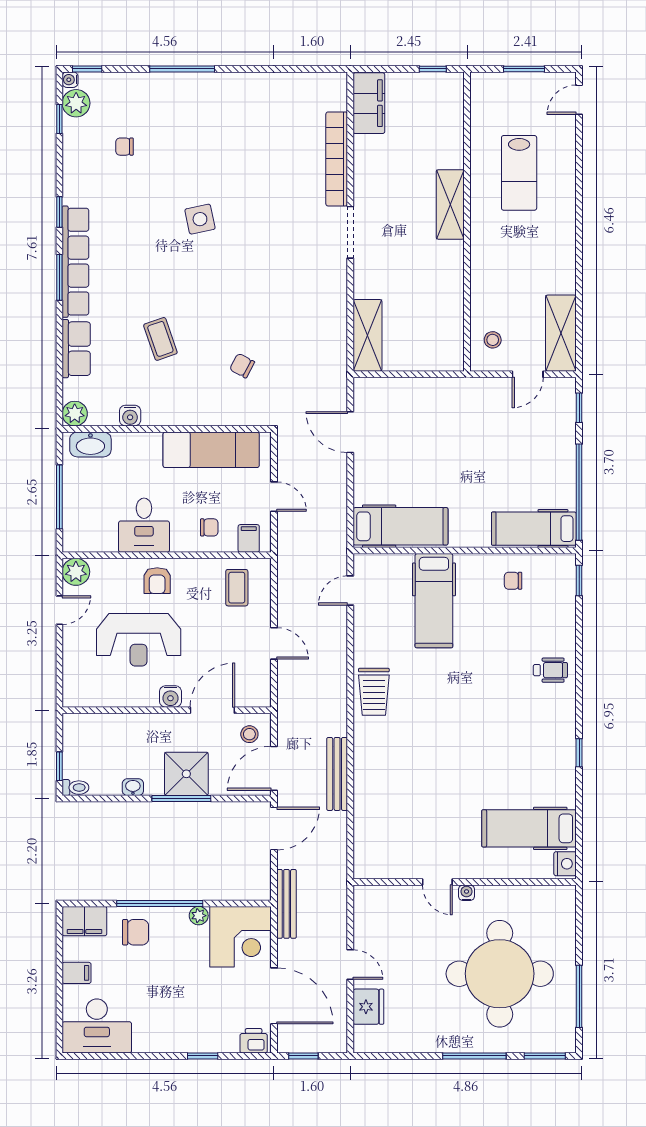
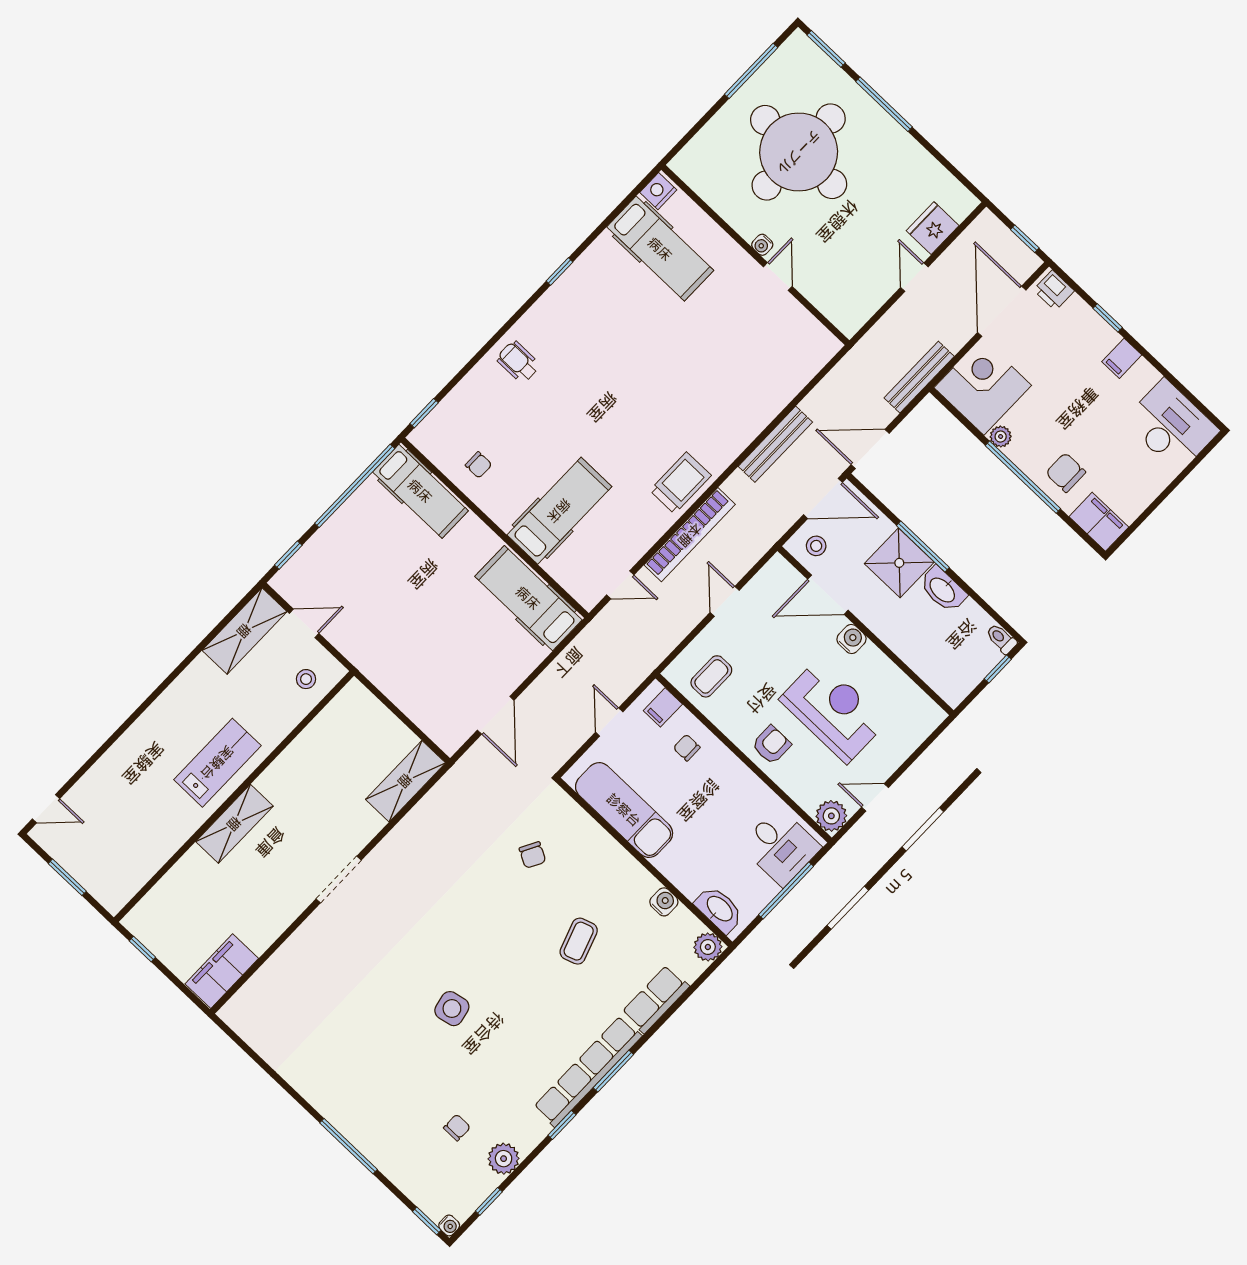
plant: (76, 103) -> (504, 1159), moved
chair: (125, 147) -> (457, 1128), turned -90
bookcase: (337, 159) -> (690, 535), moved
lab bench: (519, 173) -> (217, 763), moved
desk: (144, 525) -> (780, 847), moved, turned 90
washbasin: (133, 787) -> (943, 589), width x1.91, depth x1.45
filing cabinet: (77, 973) -> (1122, 358), moved, turned -90

